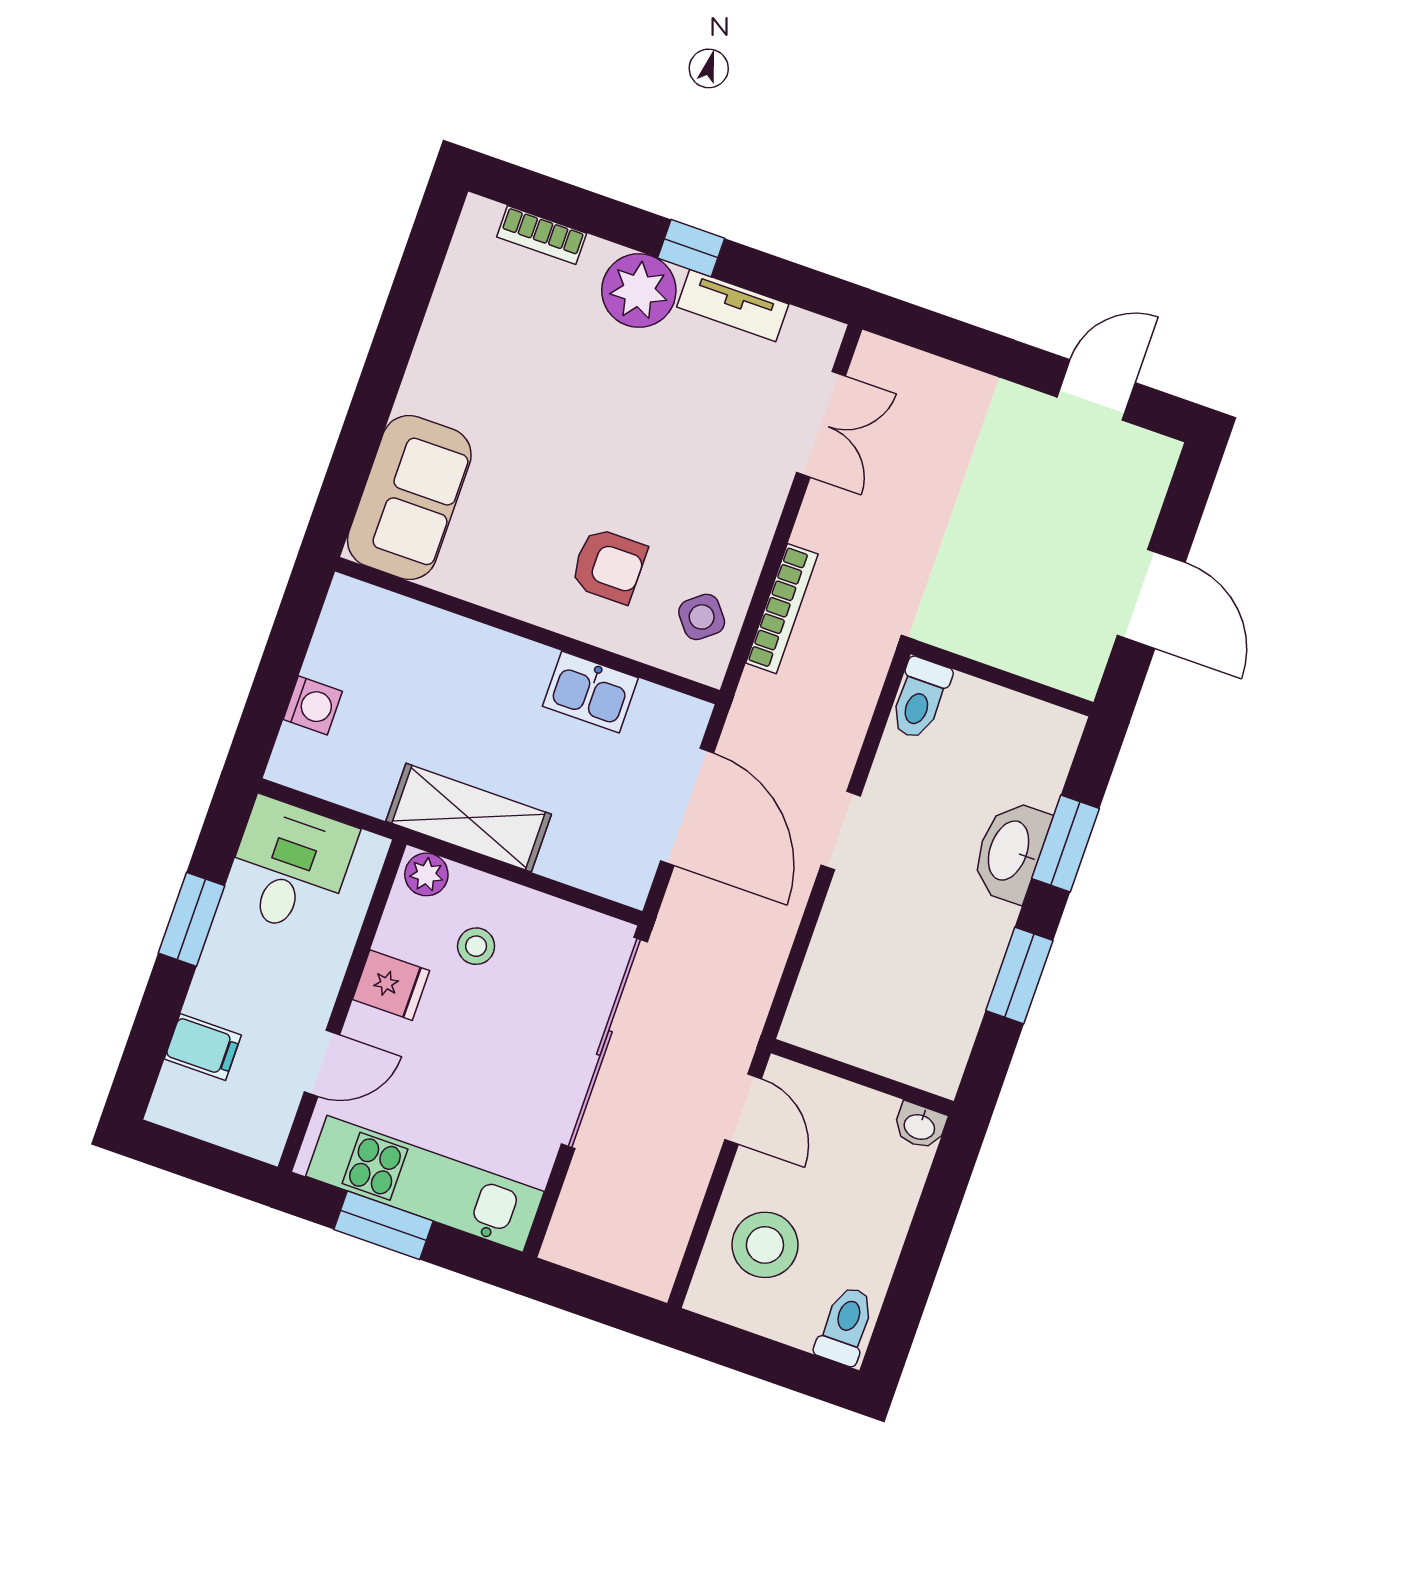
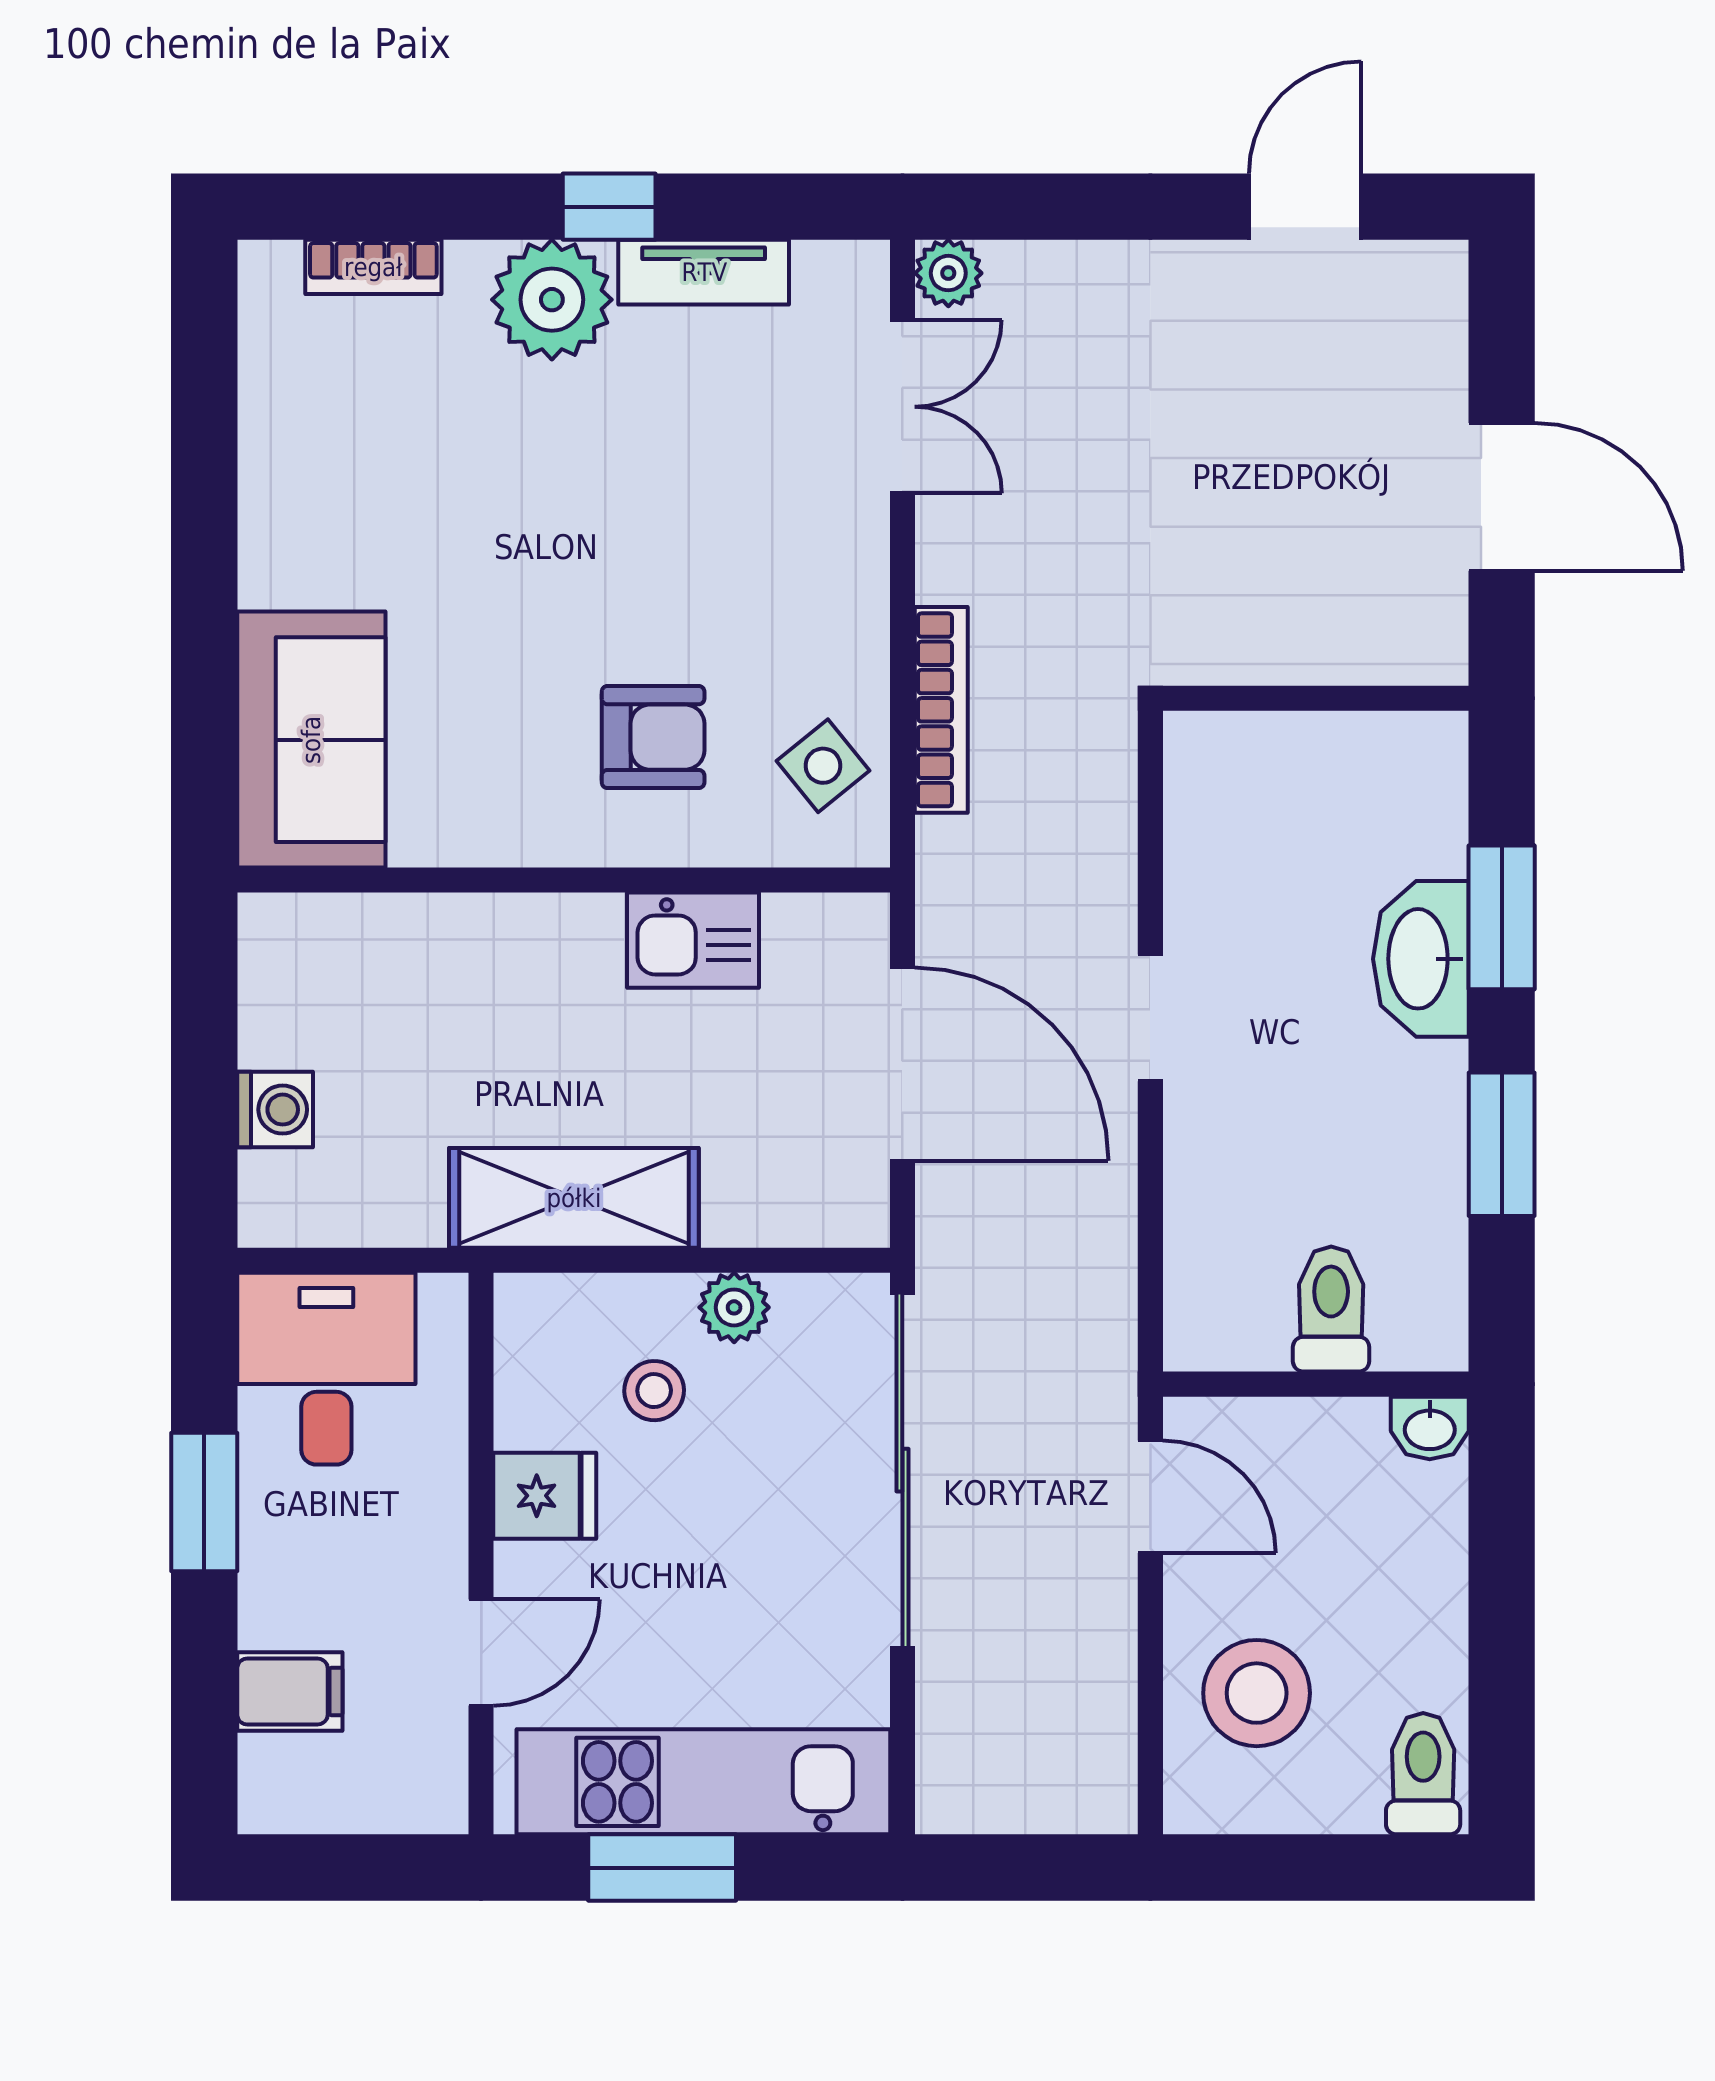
plant: (875, 356) -> (948, 273), added
toilet: (920, 698) -> (1331, 1309), moved, turned 180
plant: (426, 874) -> (734, 1307), moved

